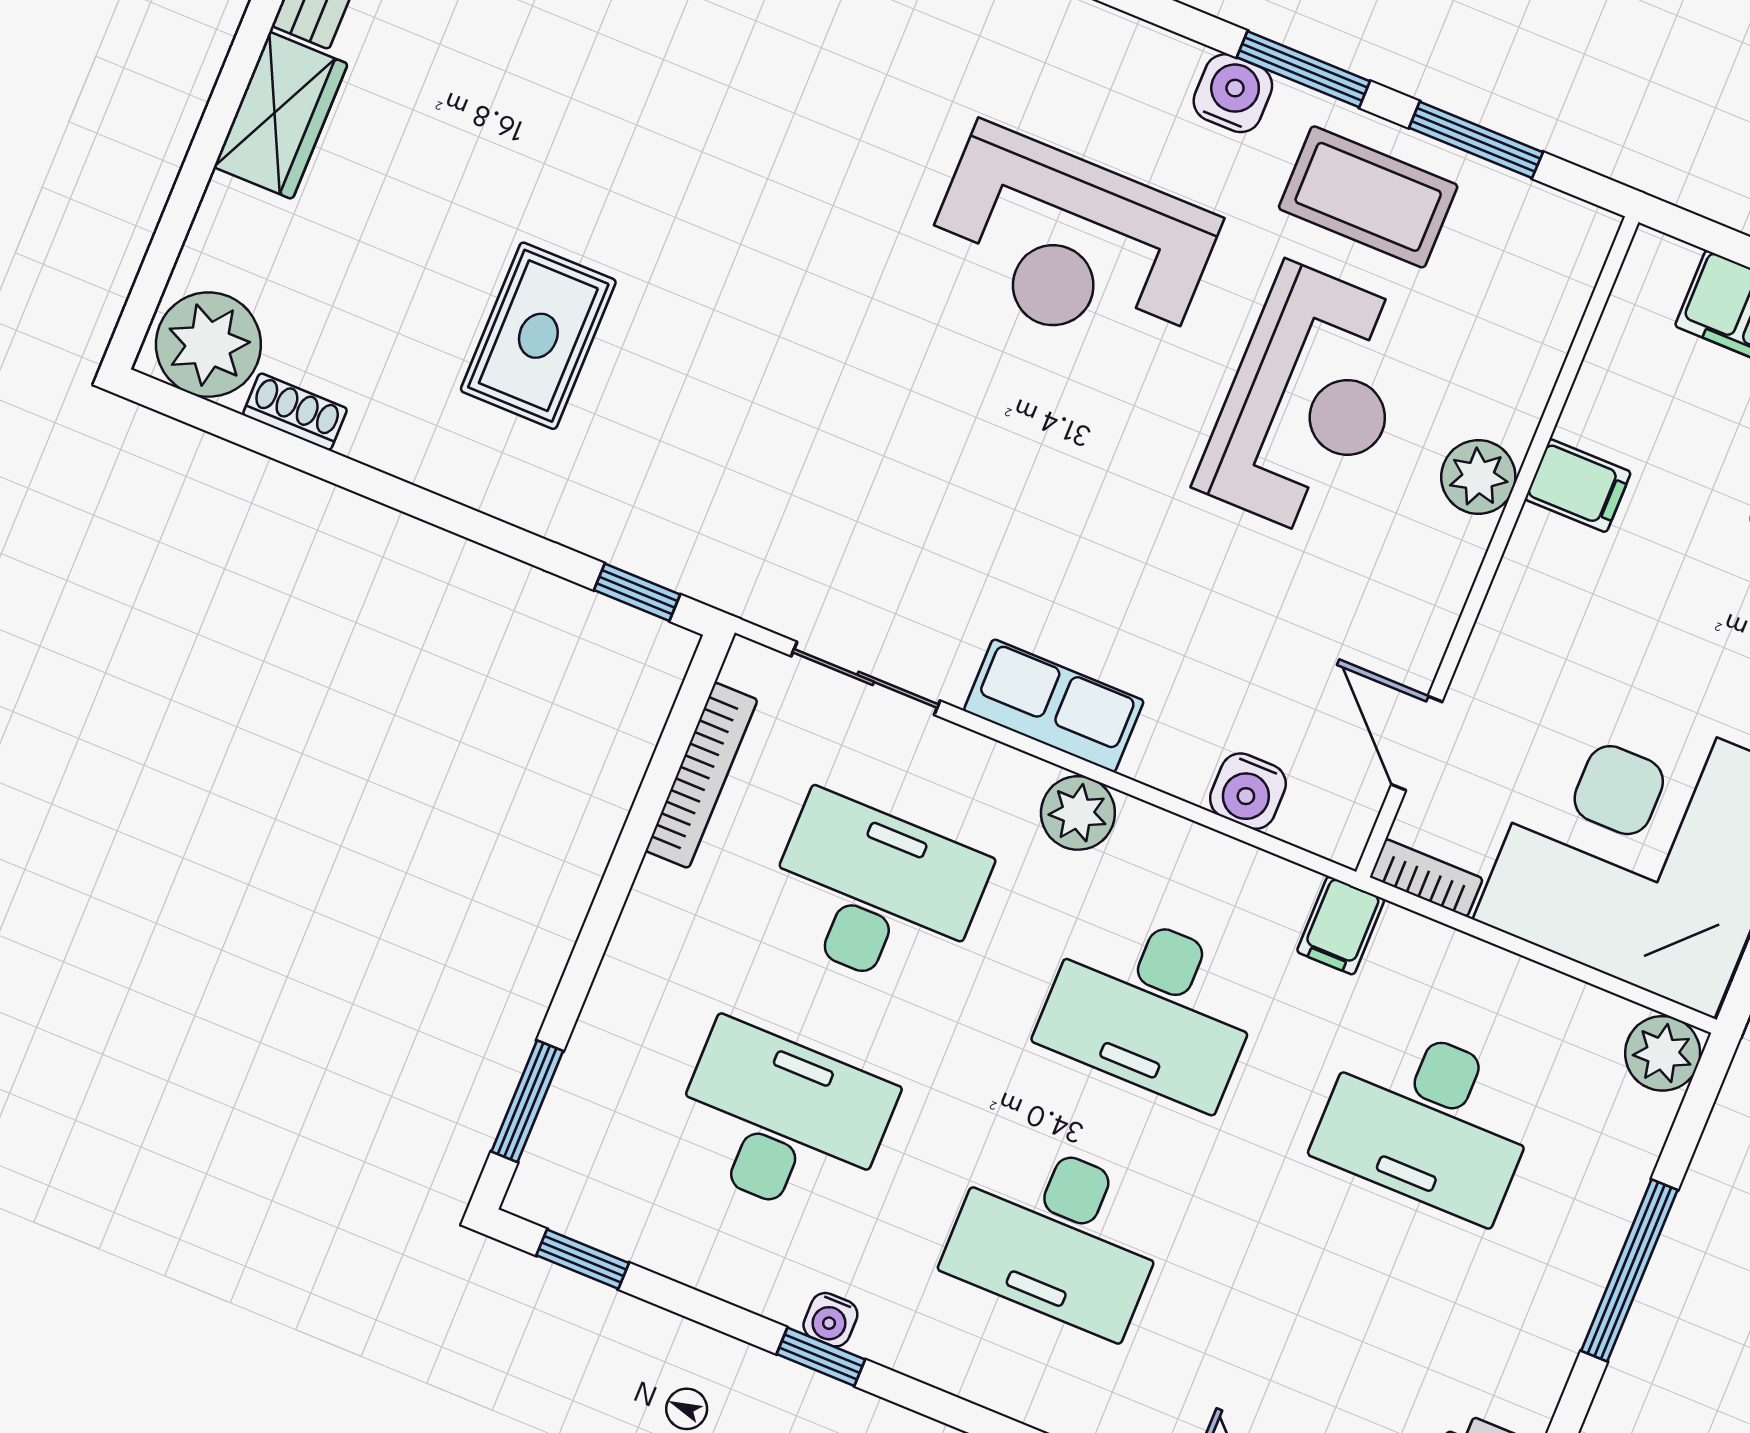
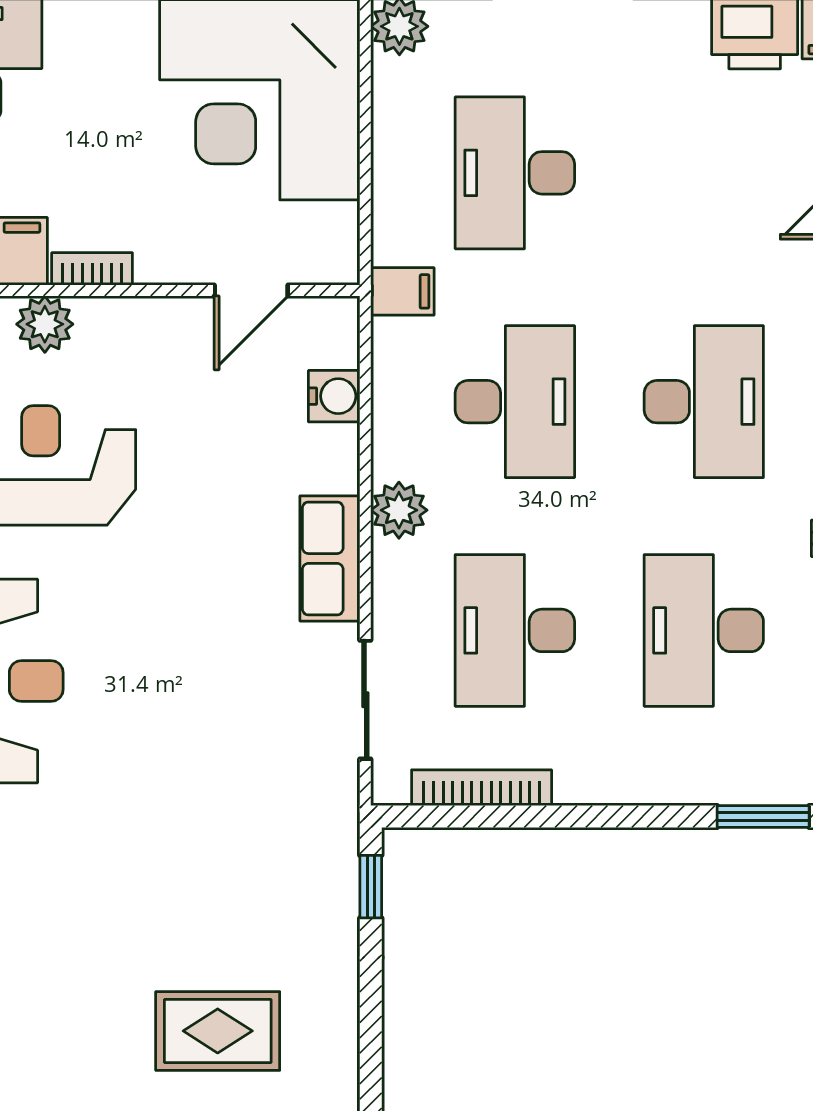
bookcase: (1426, 878) -> (92, 269), moved, turned 90
desk: (1428, 1120) -> (515, 173), turned 180

